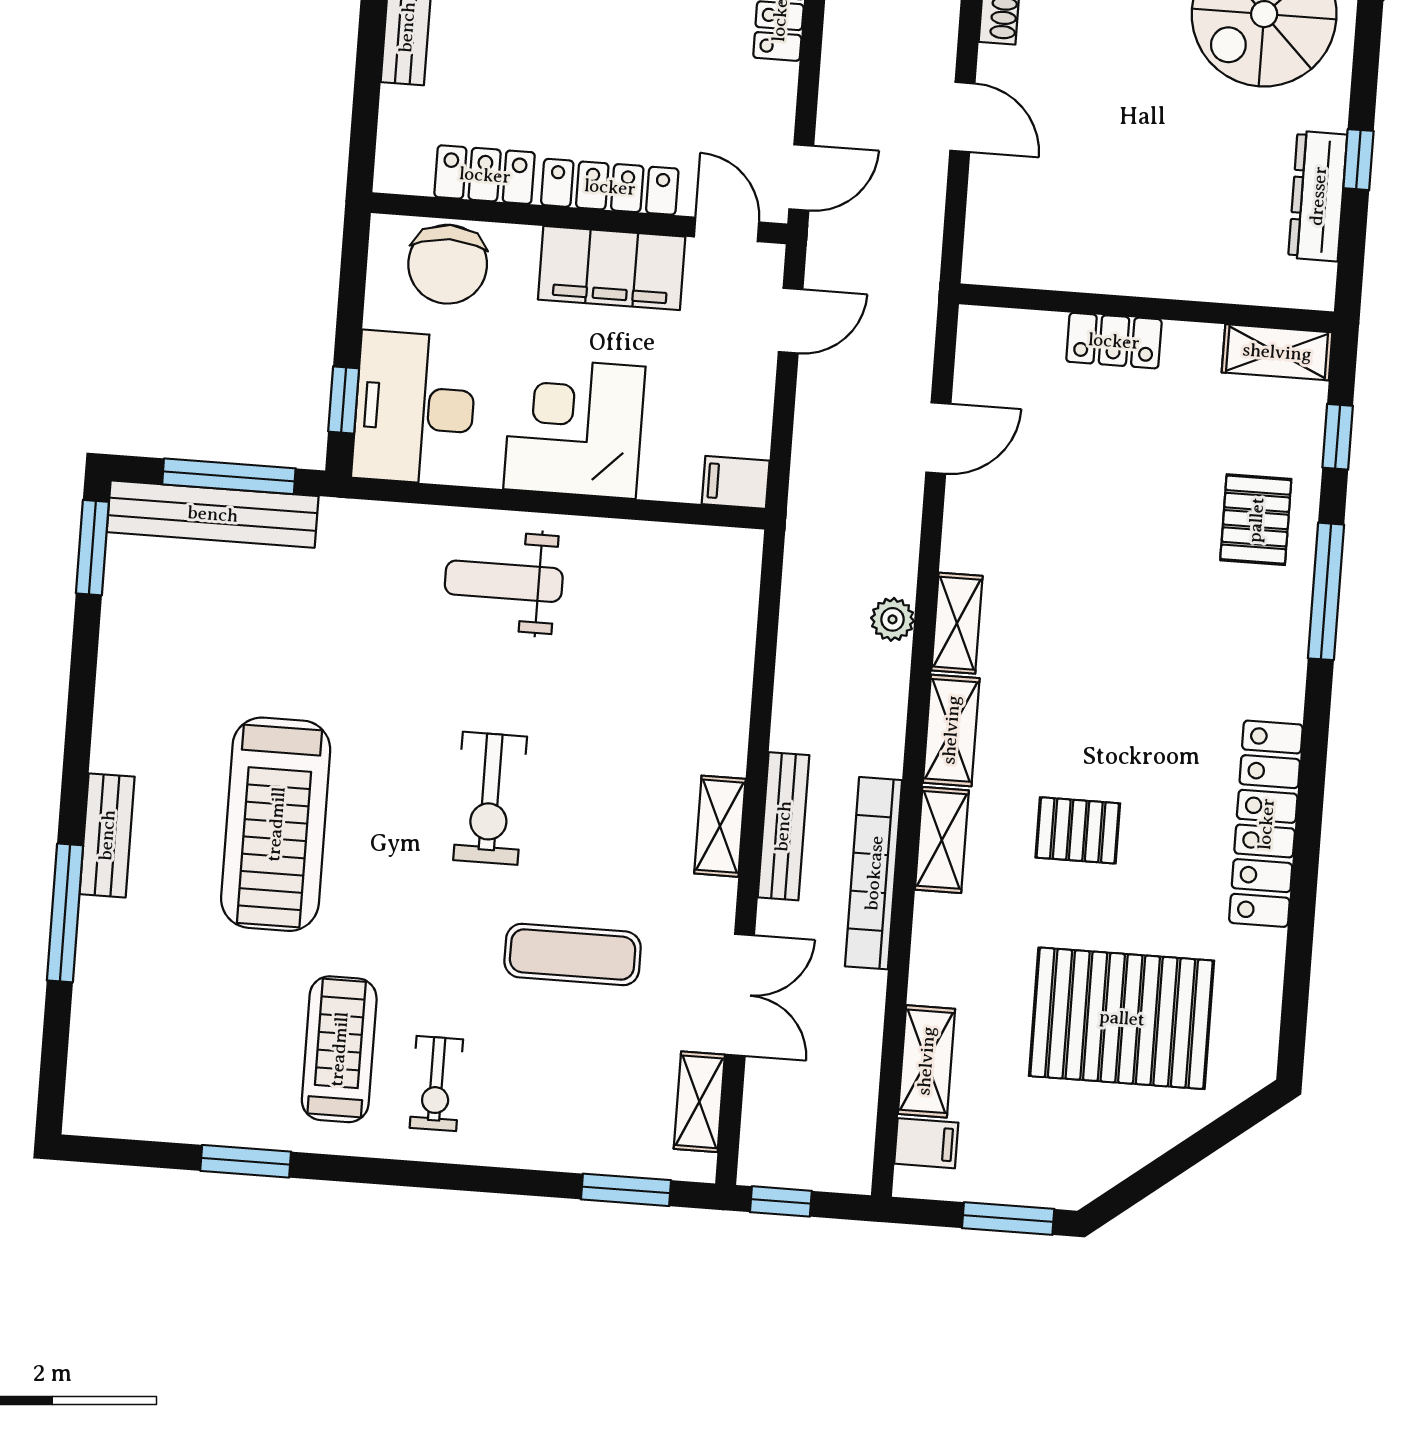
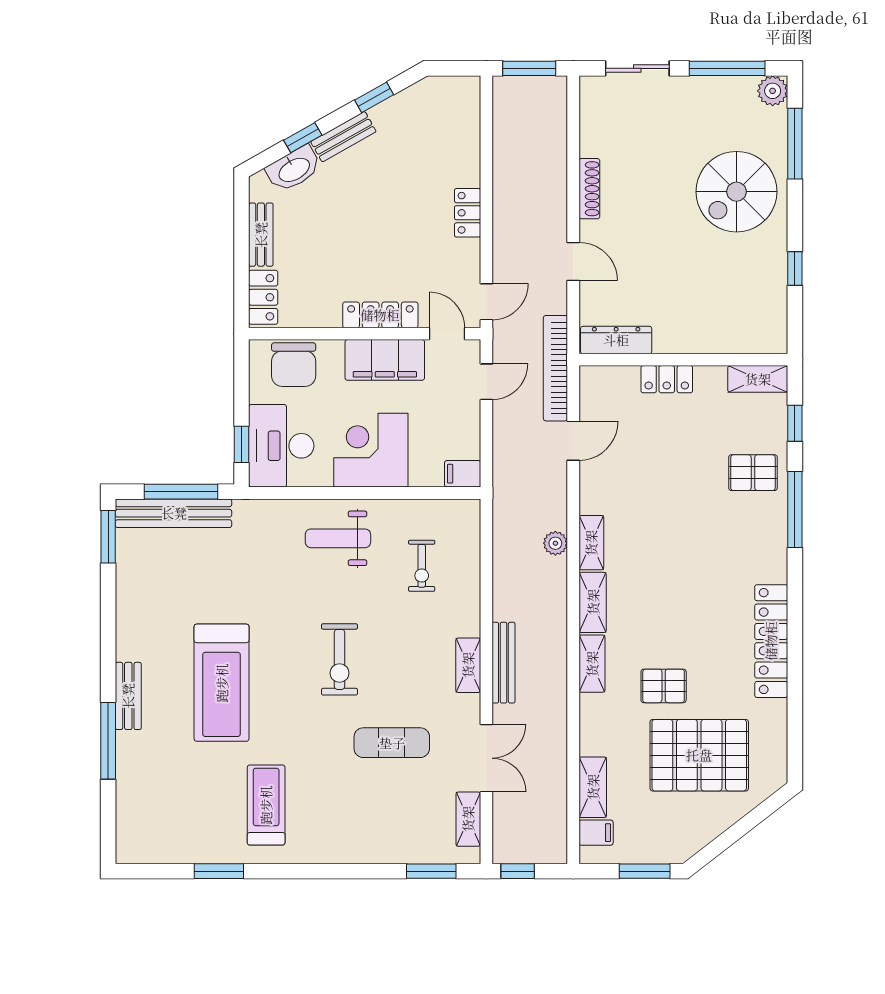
locker: (485, 175) -> (263, 297), moved, turned 90
dresser: (1318, 196) -> (616, 340), moved, turned 90
pallet: (1256, 520) -> (753, 473), turned 90
pallet: (1078, 830) -> (664, 686), moved
bookcase: (874, 873) -> (555, 368), moved
exercise bike: (436, 1084) -> (422, 566), moved

